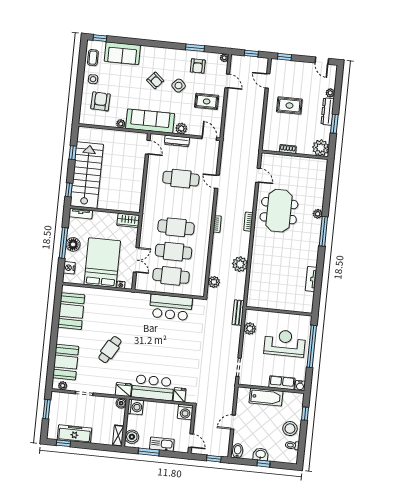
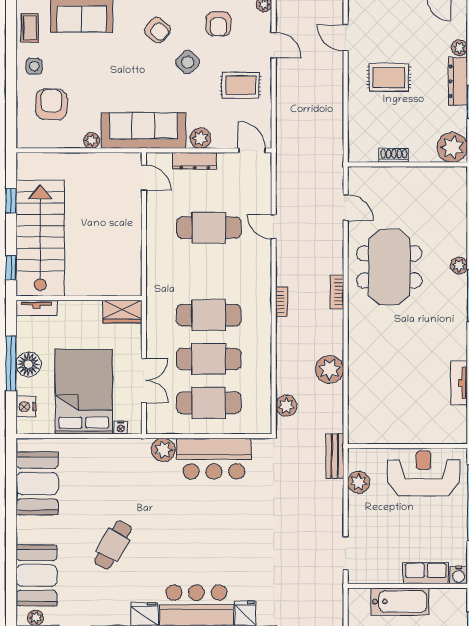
armchair: (155, 80) -> (158, 30), moved
plant: (143, 299) -> (163, 450), added
reception desk: (285, 343) -> (423, 473), moved

